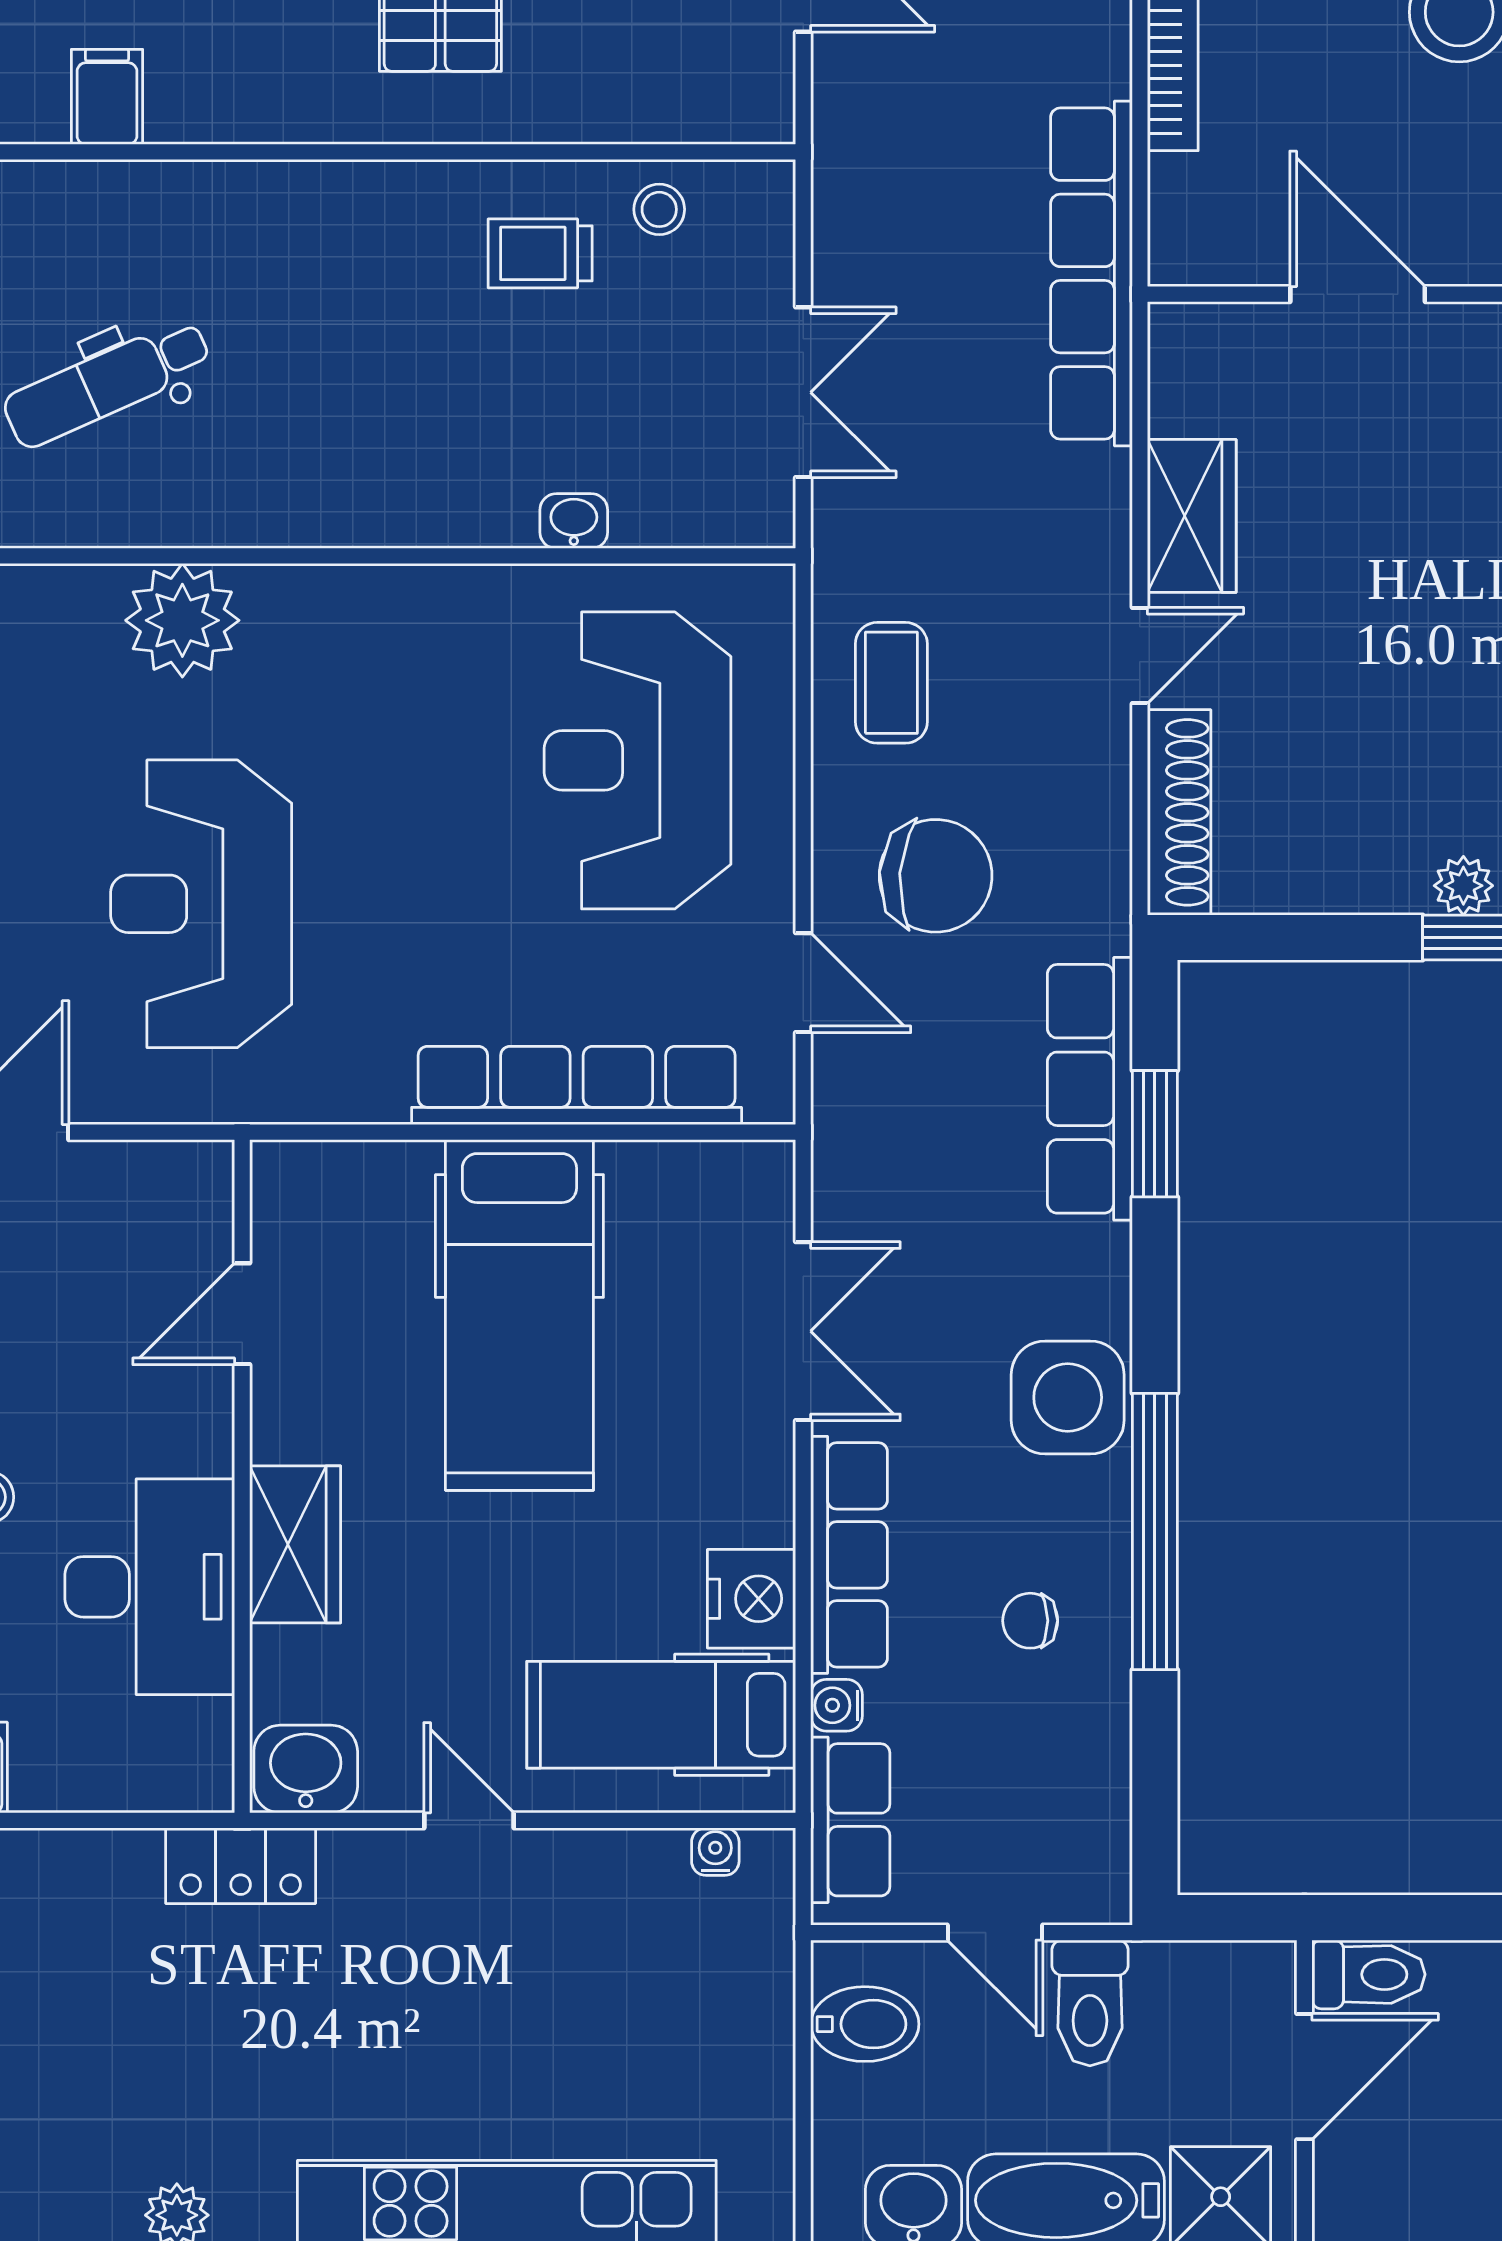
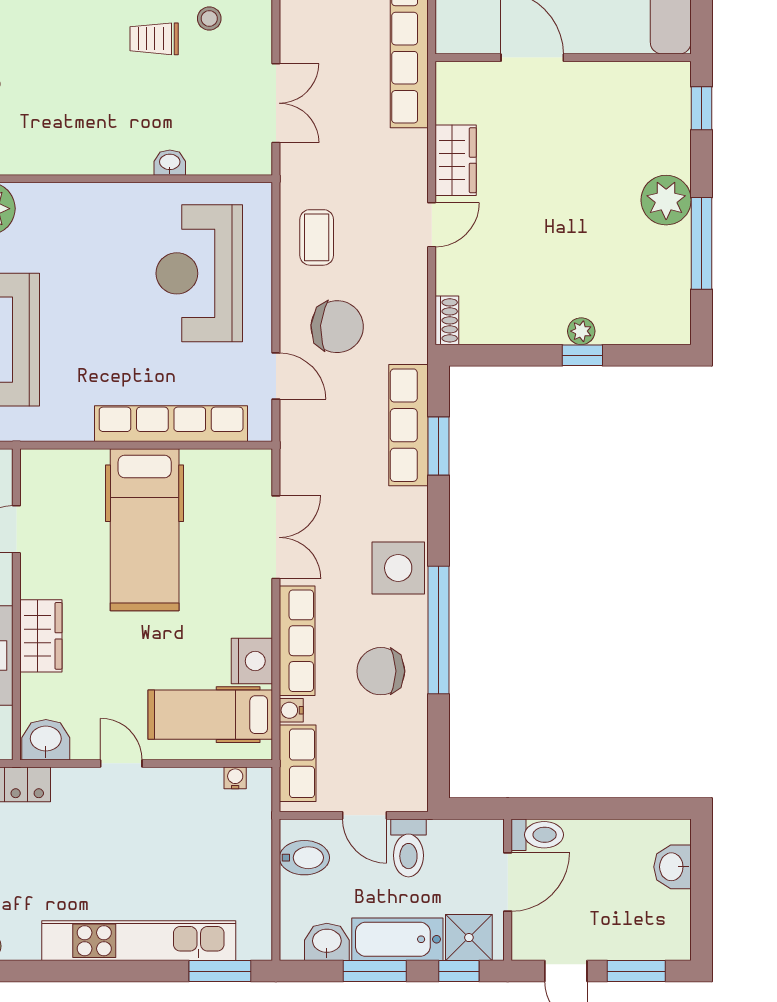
shoe rack: (1179, 812) -> (447, 320), width x0.51, depth x0.81
chair: (1030, 1621) -> (381, 671), width x1.87, depth x1.87

